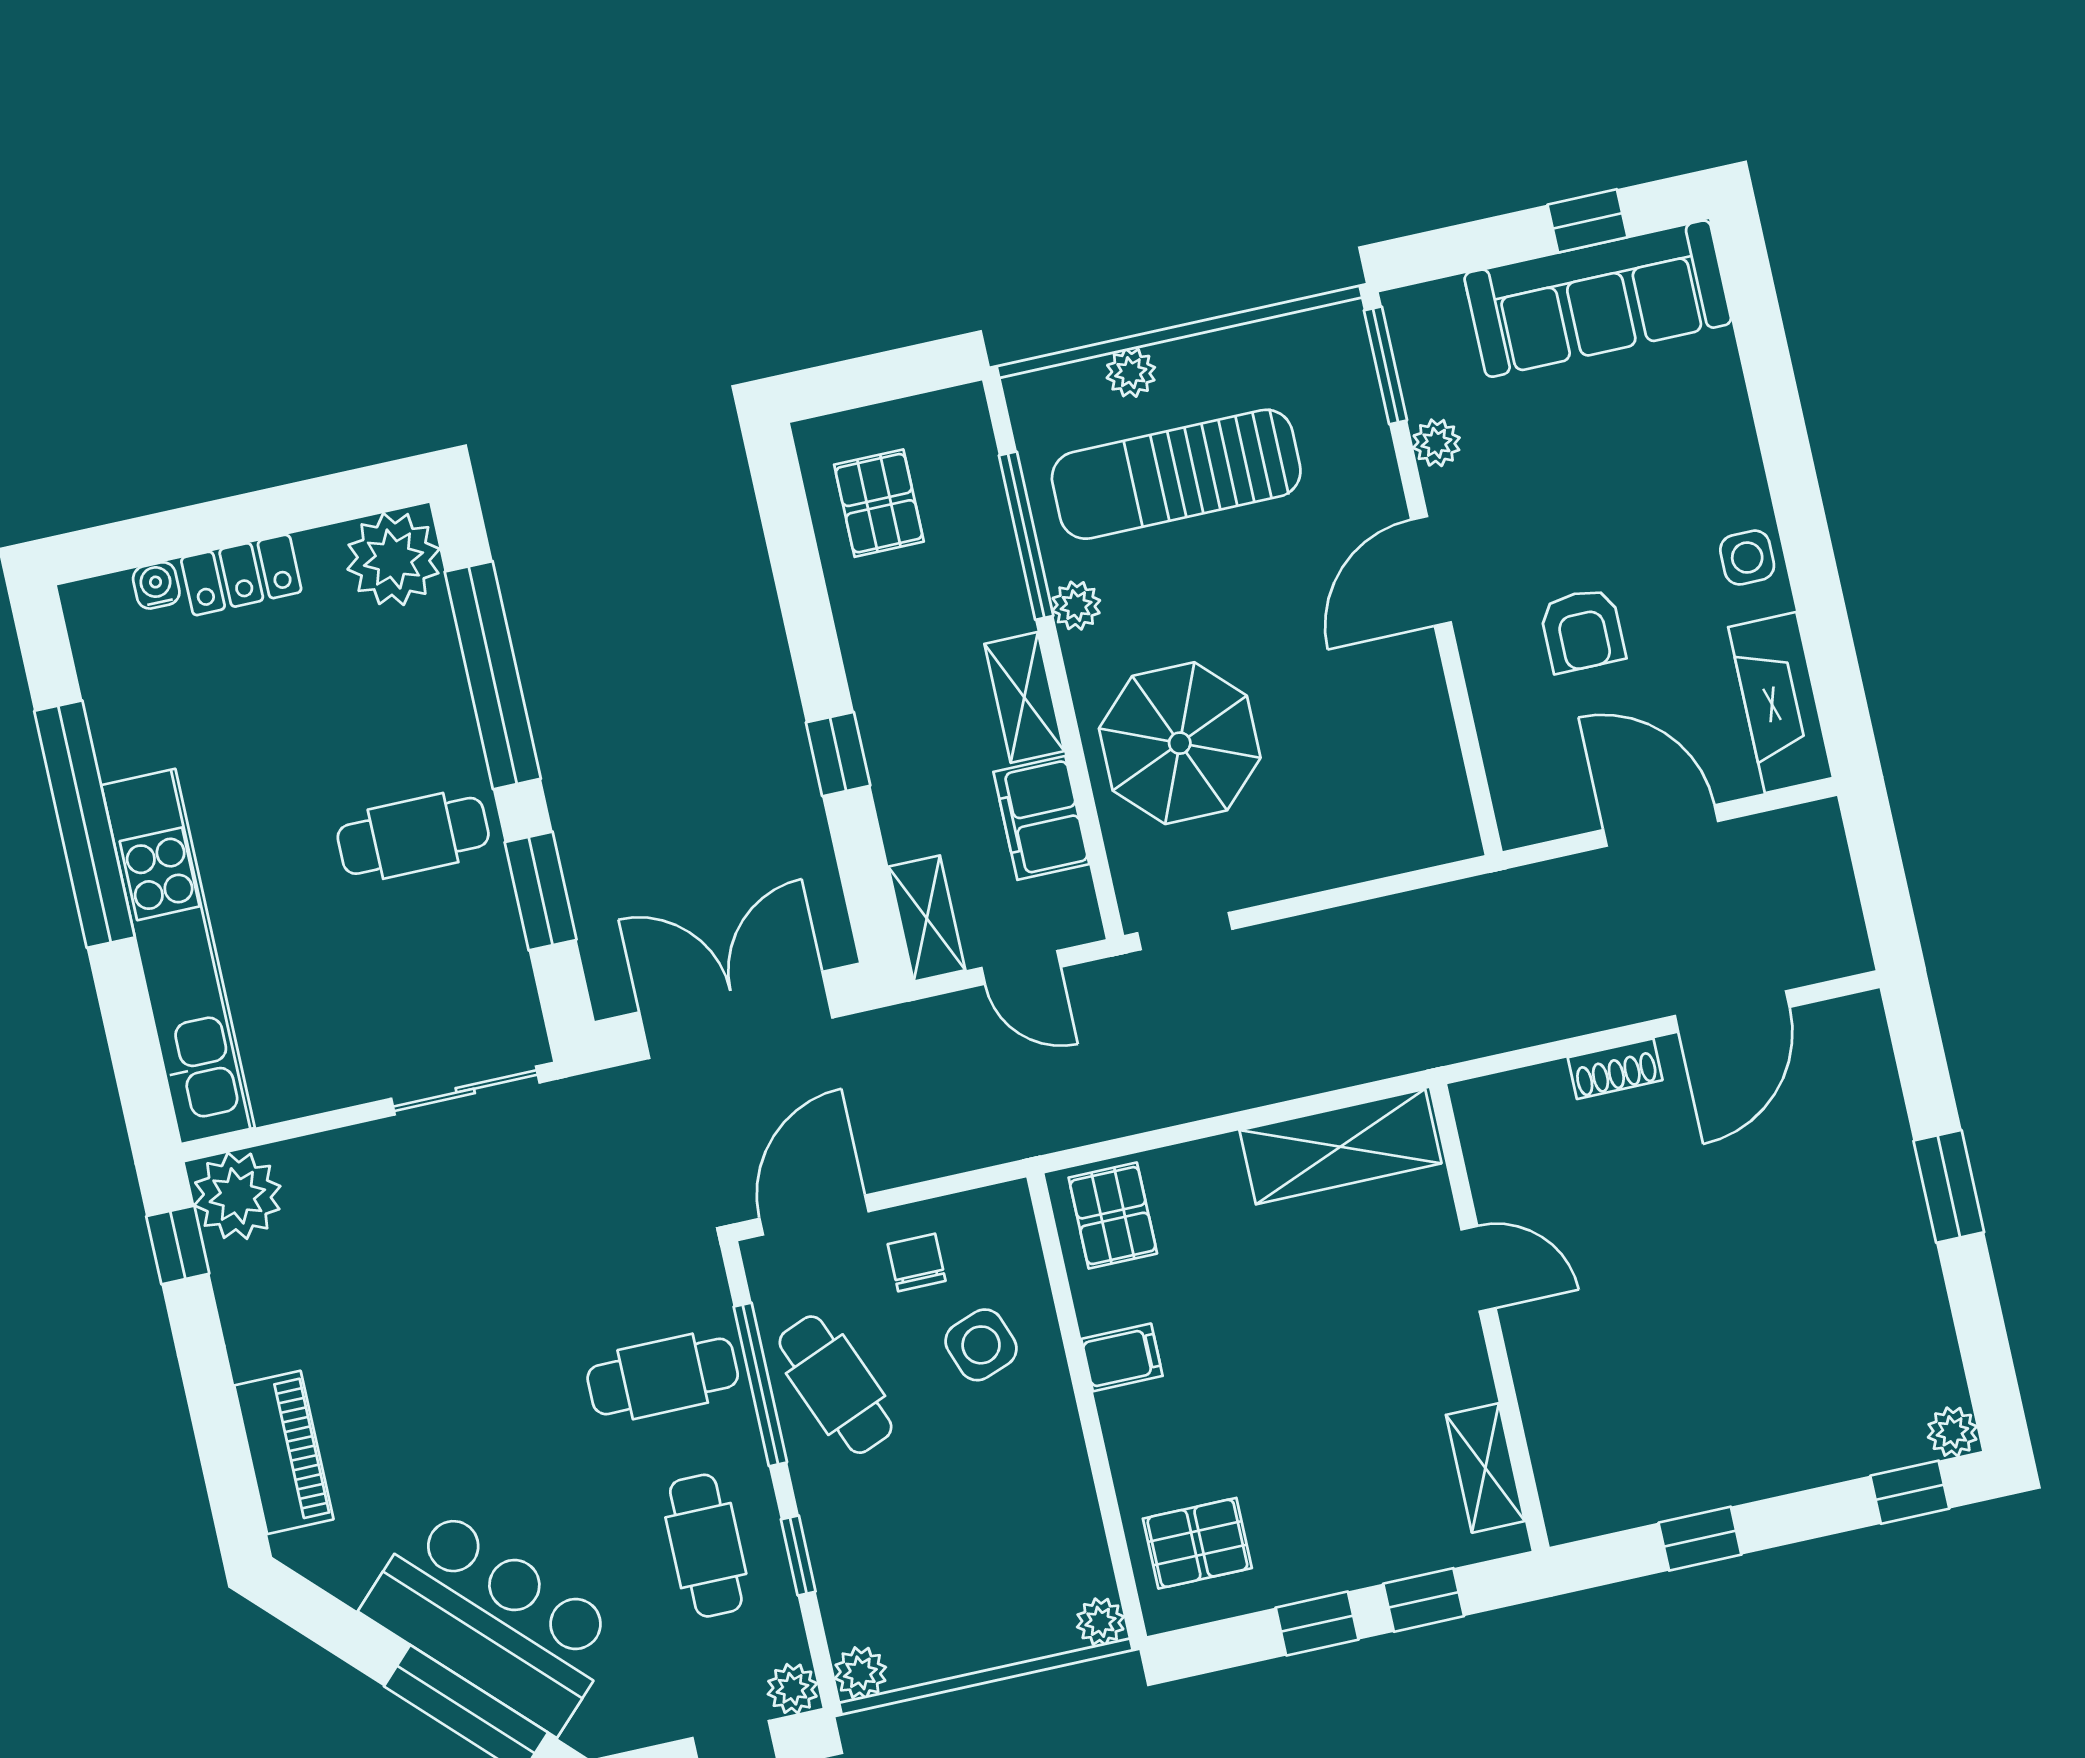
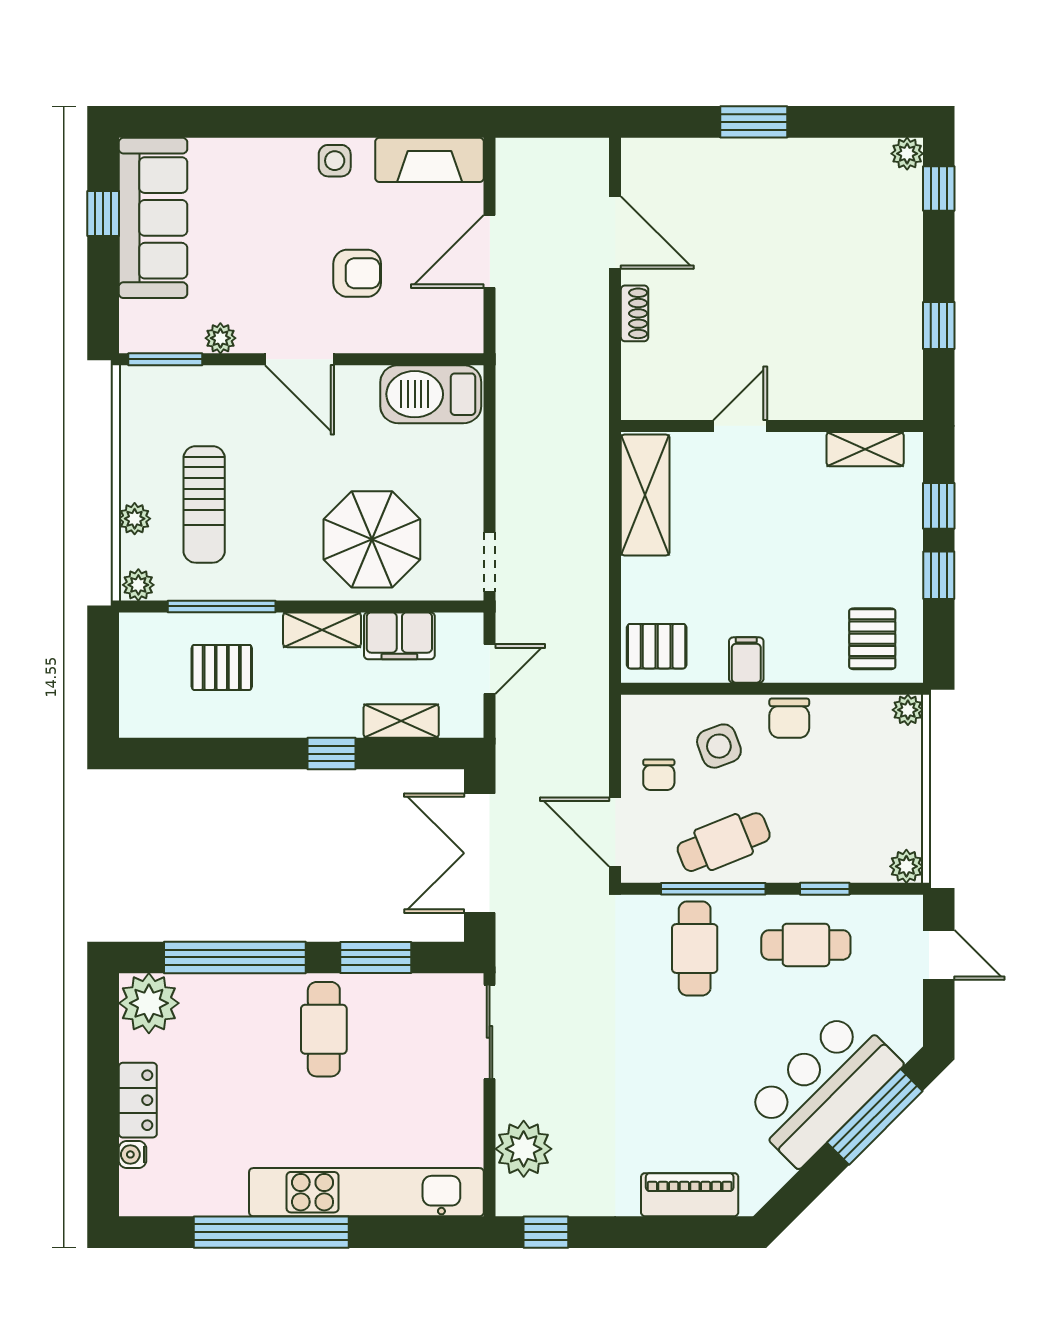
sun lounger: (1176, 474) -> (204, 504), width x0.73, depth x0.75
pallet: (879, 503) -> (222, 667), moved
plant: (1076, 606) -> (138, 585), moved
barbecue: (1422, 784) -> (431, 394), added
shelving: (927, 918) -> (401, 721), moved
plant: (237, 1196) -> (524, 1149), moved
chair: (917, 1262) -> (659, 775), turned -90
chair: (1048, 1443) -> (789, 718), added
plant: (792, 1689) -> (907, 911), removed

